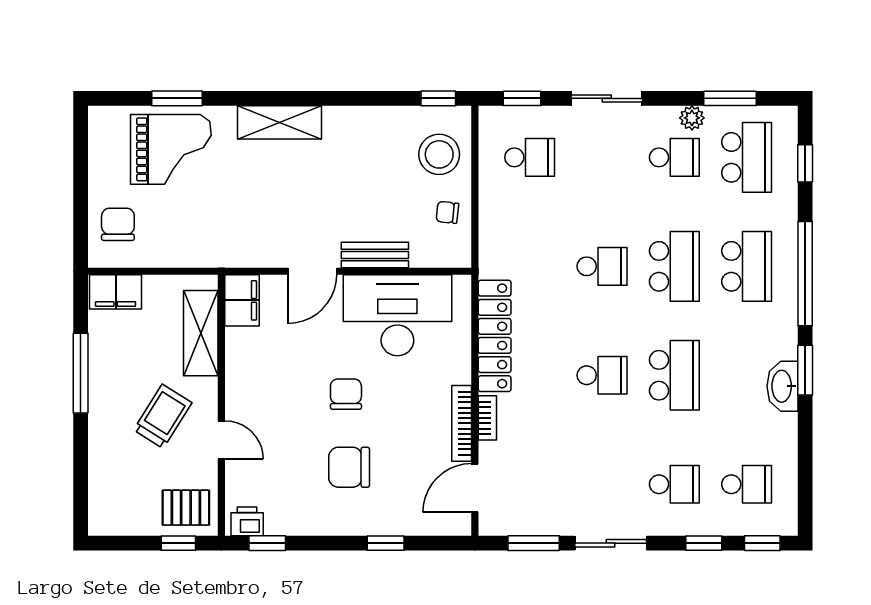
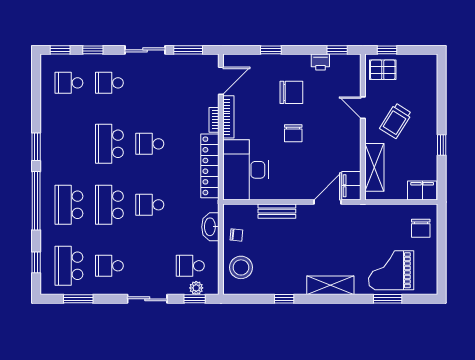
window: (438, 98) -> (284, 299), moved
plant: (692, 118) -> (196, 288), moved
door: (312, 271) -> (327, 202), moved
desk: (397, 315) -> (246, 170), moved, turned 90
window: (81, 373) -> (442, 145), width x0.46
washbasin: (783, 386) -> (210, 227), moved, turned 180
printer: (247, 521) -> (320, 62), moved

